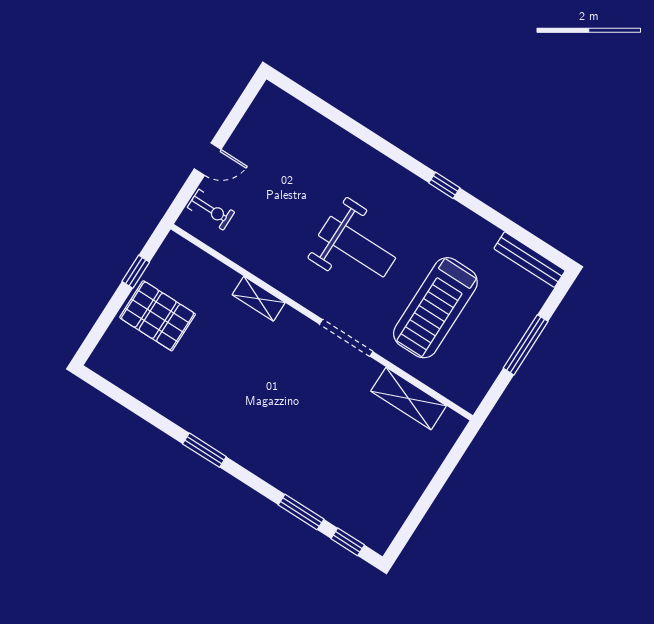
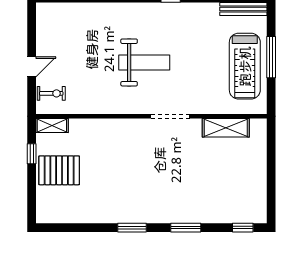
shelving: (259, 299) -> (52, 125), moved
treadmill: (435, 308) -> (245, 66), moved
window: (301, 512) -> (186, 228), moved

